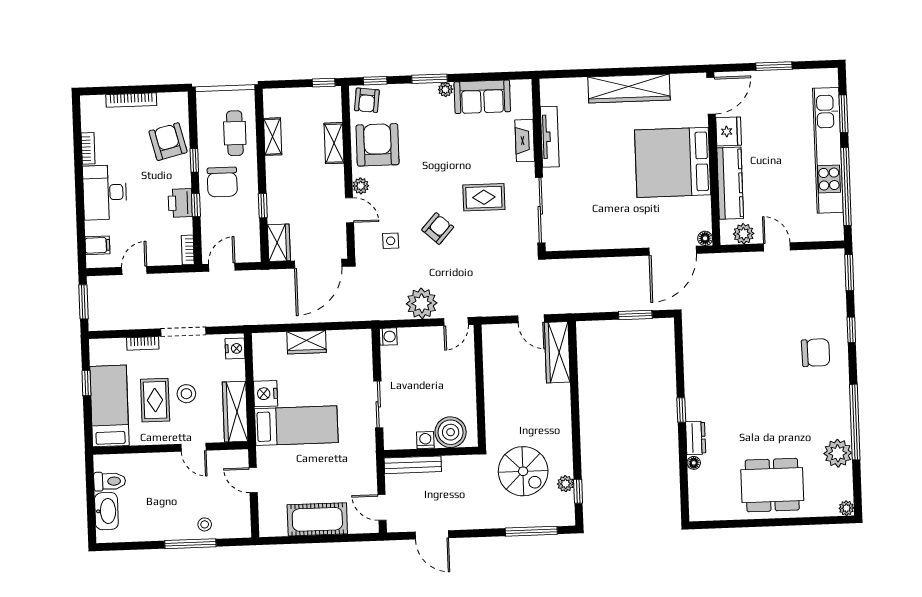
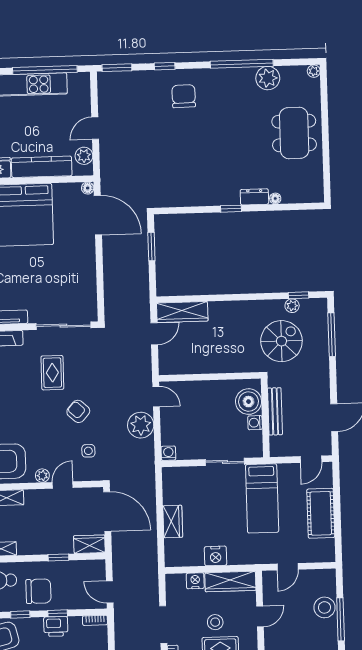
nightstand: (235, 348) -> (195, 581), moved
bed: (296, 426) -> (262, 498), moved, turned 180
bench: (413, 465) -> (275, 411), moved
stool: (205, 524) -> (325, 607), width x1.89, depth x1.89

